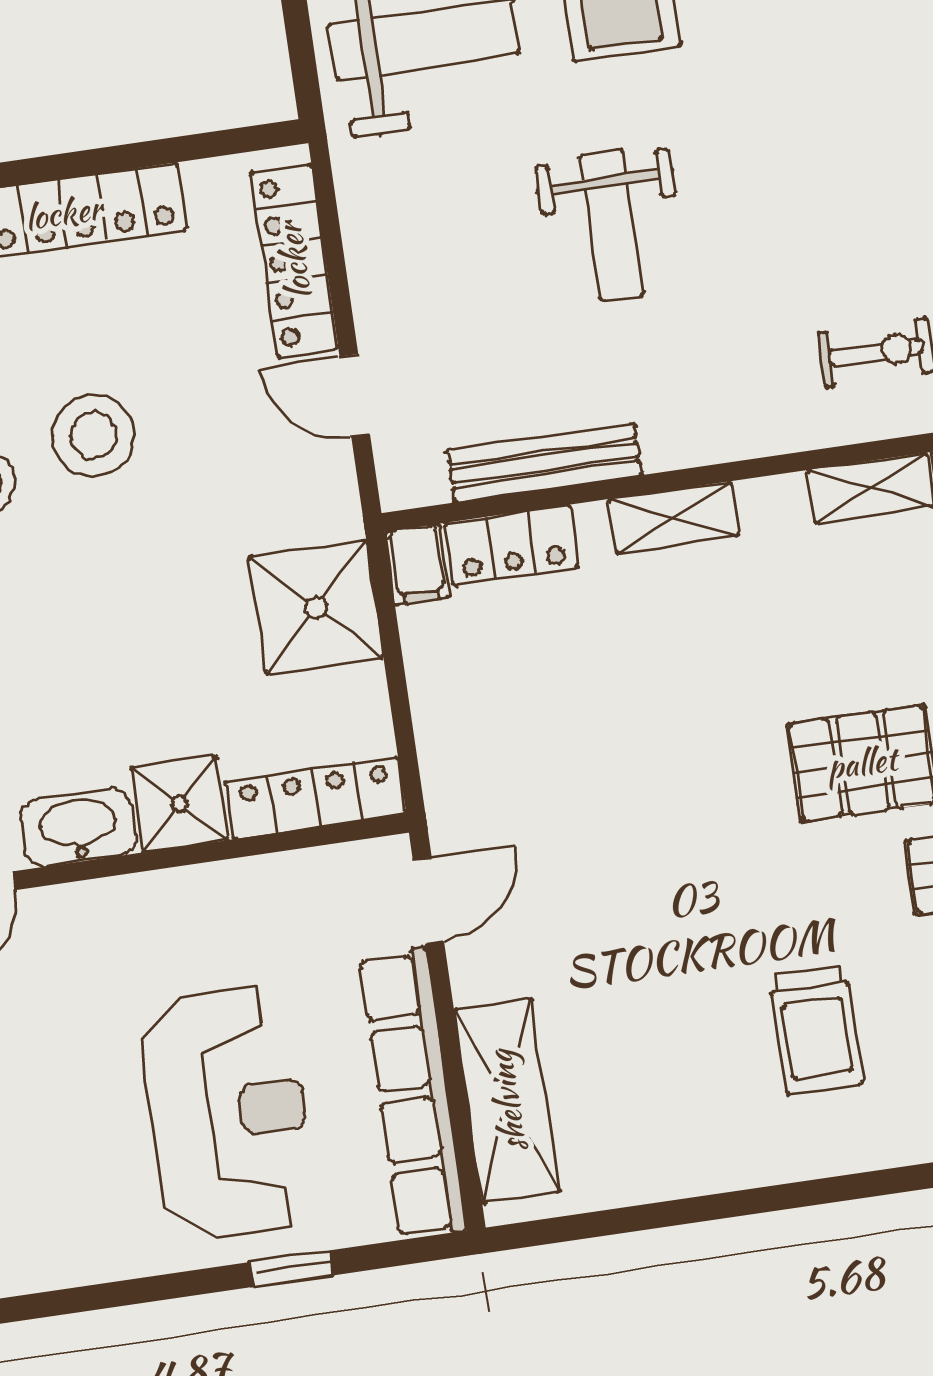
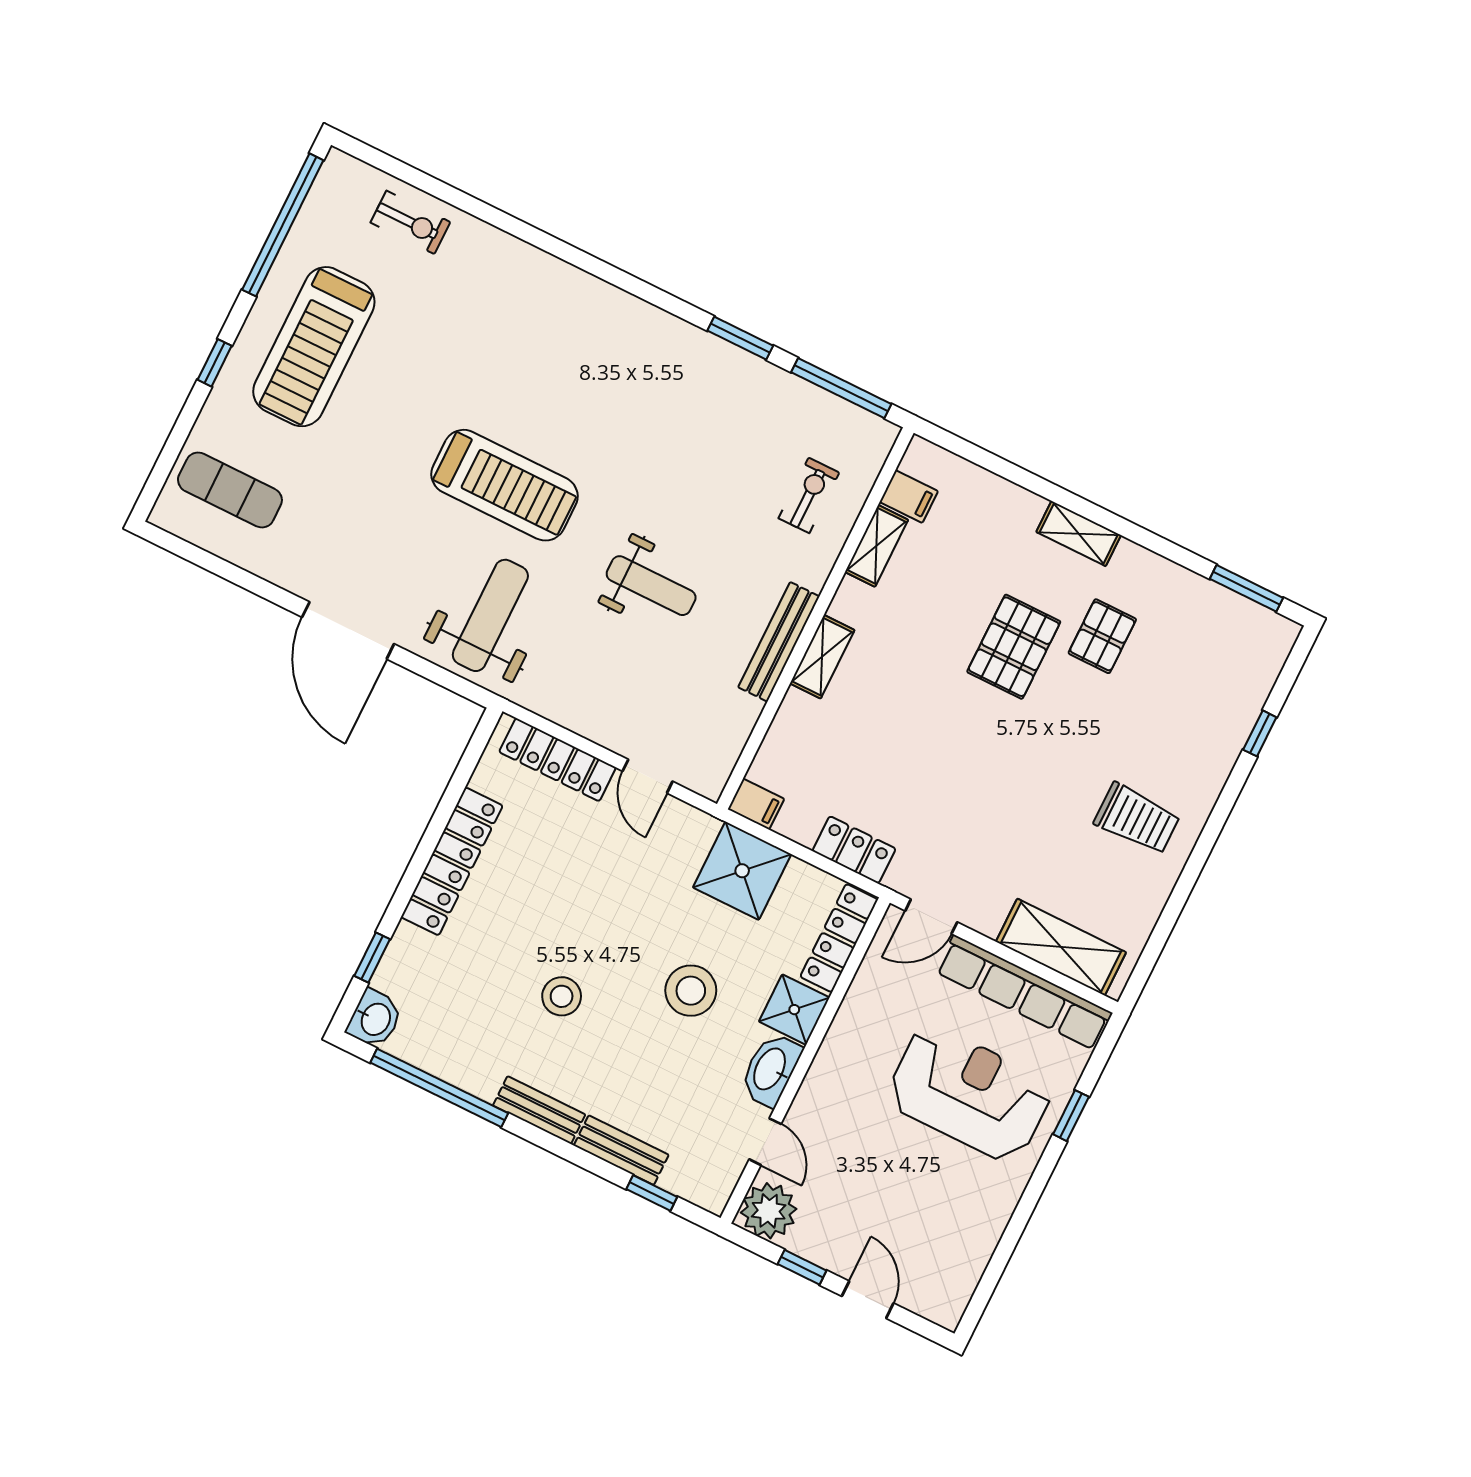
door: (355, 395) -> (648, 776), hinge flipped
stool: (93, 435) -> (691, 991), moved
bench: (545, 462) -> (779, 642), moved
locker: (512, 545) -> (854, 850), moved, turned -90
door: (428, 901) -> (931, 917), swing flipped
trolley: (816, 1030) -> (1137, 819), moved

